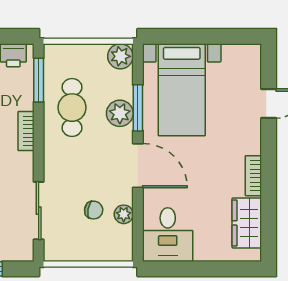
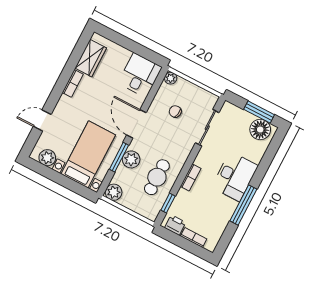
plant: (235, 56) -> (47, 158), added
window: (39, 80) -> (168, 203), width x0.67
plant: (124, 214) -> (171, 78), moved

